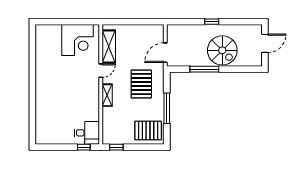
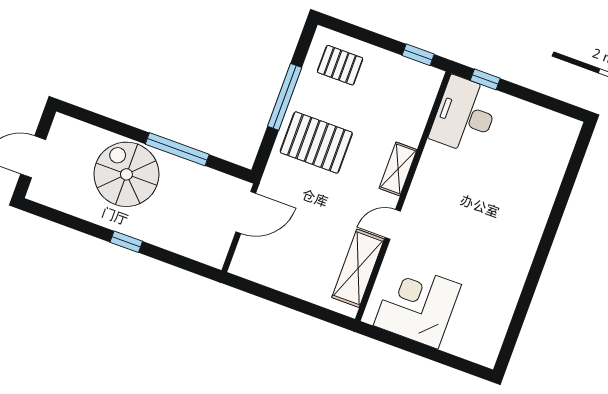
pallet: (141, 84) -> (316, 142), moved, turned 90
pallet: (148, 130) -> (340, 65), width x0.67, depth x0.71
desk: (87, 133) -> (465, 115), width x1.37

